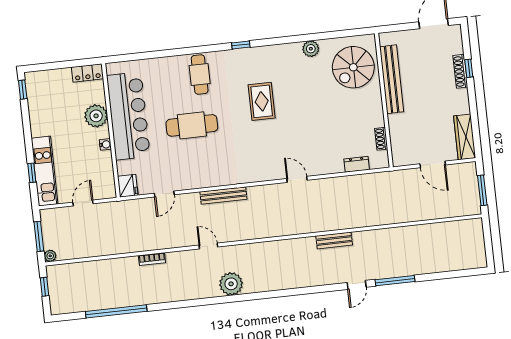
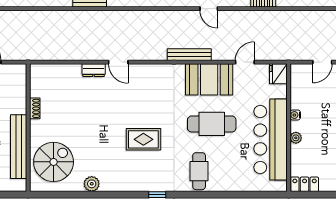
rug: (262, 101) -> (143, 139), turned 90
plant: (96, 116) -> (296, 138), width x0.53, depth x0.53
shoe rack: (381, 139) -> (35, 108), moved
dresser: (357, 164) -> (94, 70), moved
booth: (200, 172) -> (209, 79), added

